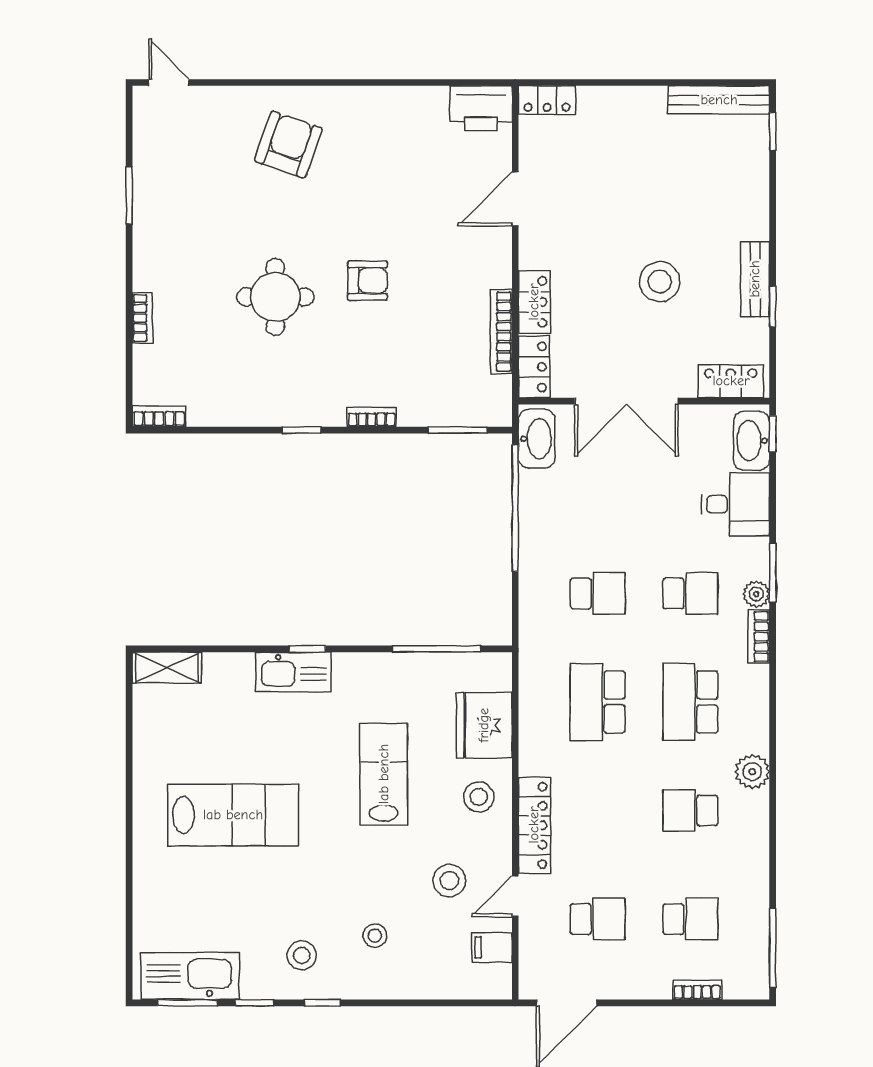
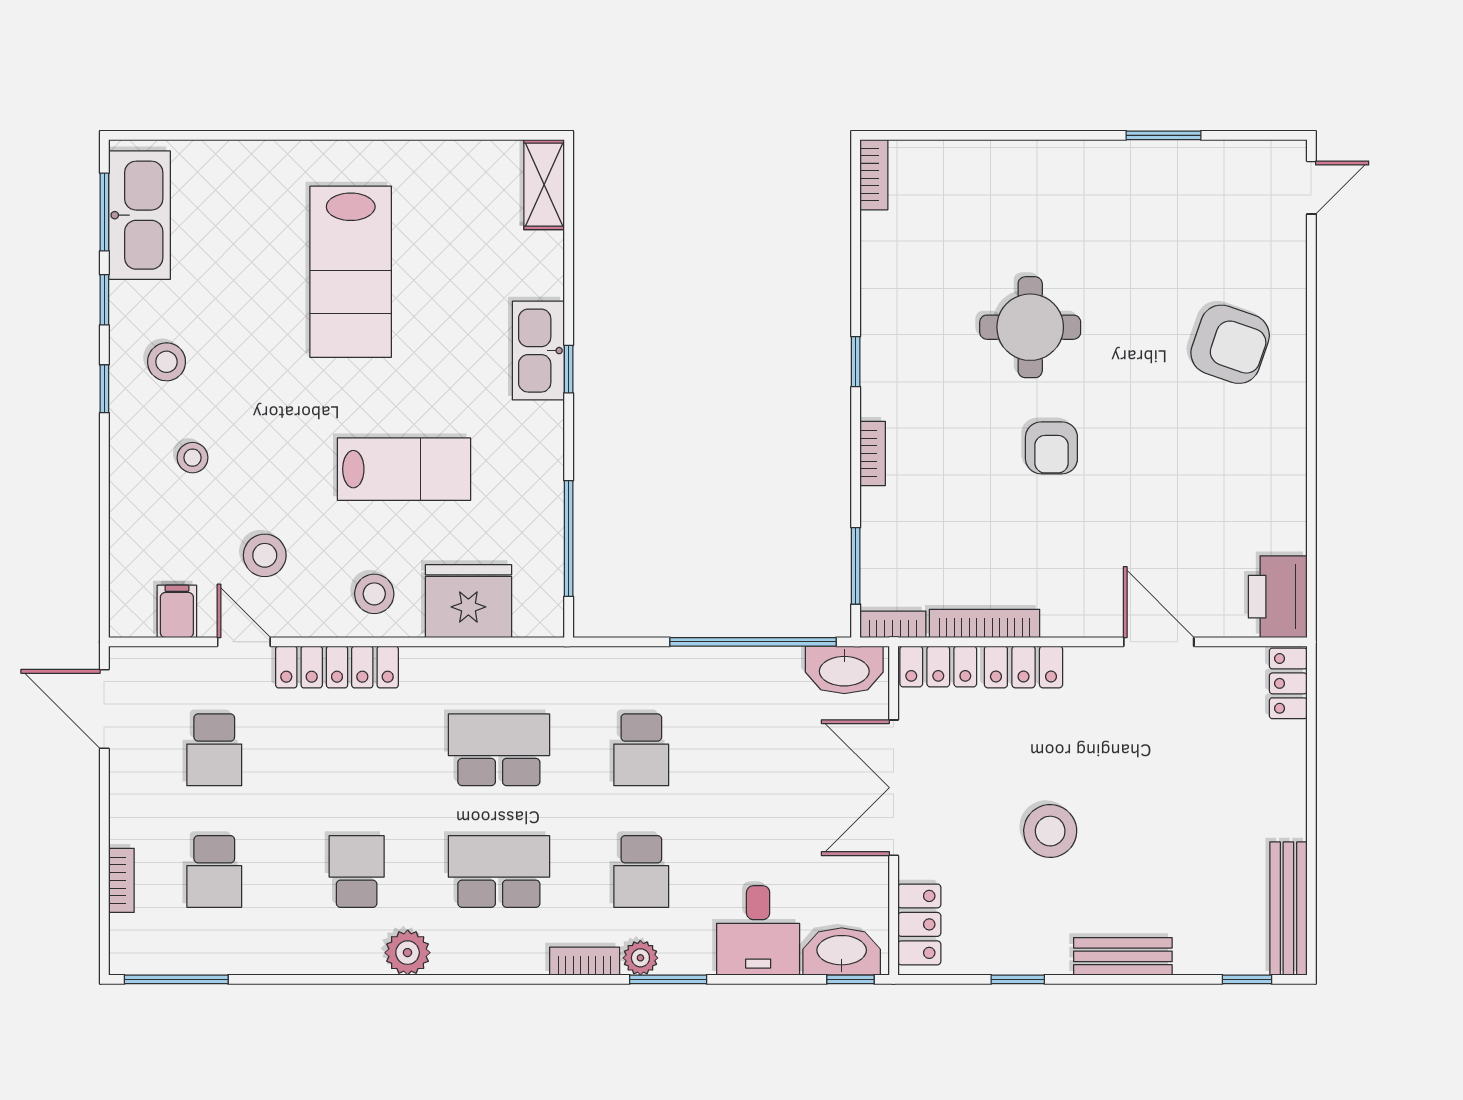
bench: (755, 279) -> (1123, 956), moved
bookcase: (142, 318) -> (893, 624), moved, turned 180

